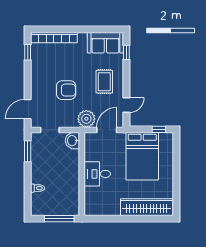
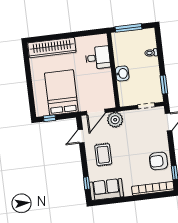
armchair: (66, 90) -> (159, 161), moved
washbasin: (72, 141) -> (122, 74), moved
desk: (97, 174) -> (98, 58), moved

